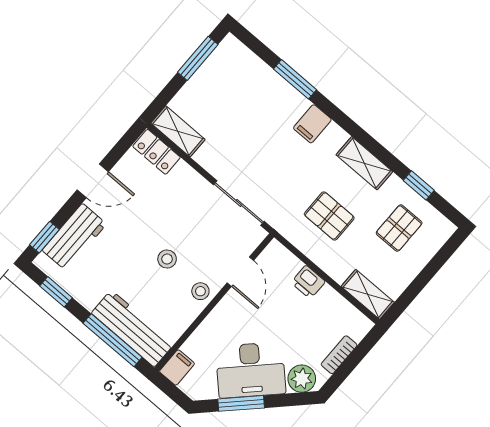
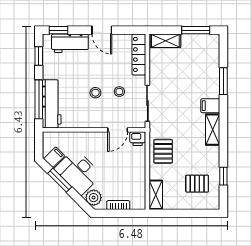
shelving: (178, 131) -> (165, 41), moved, turned 90
locker: (156, 152) -> (139, 54), width x1.53
shelving: (364, 163) -> (213, 130), moved
pallet: (329, 216) -> (163, 151), moved
printer: (308, 282) -> (138, 139), moved, turned -90
stool: (200, 291) -> (119, 92), moved
filing cabinet: (177, 368) -> (54, 157), moved, turned -45

